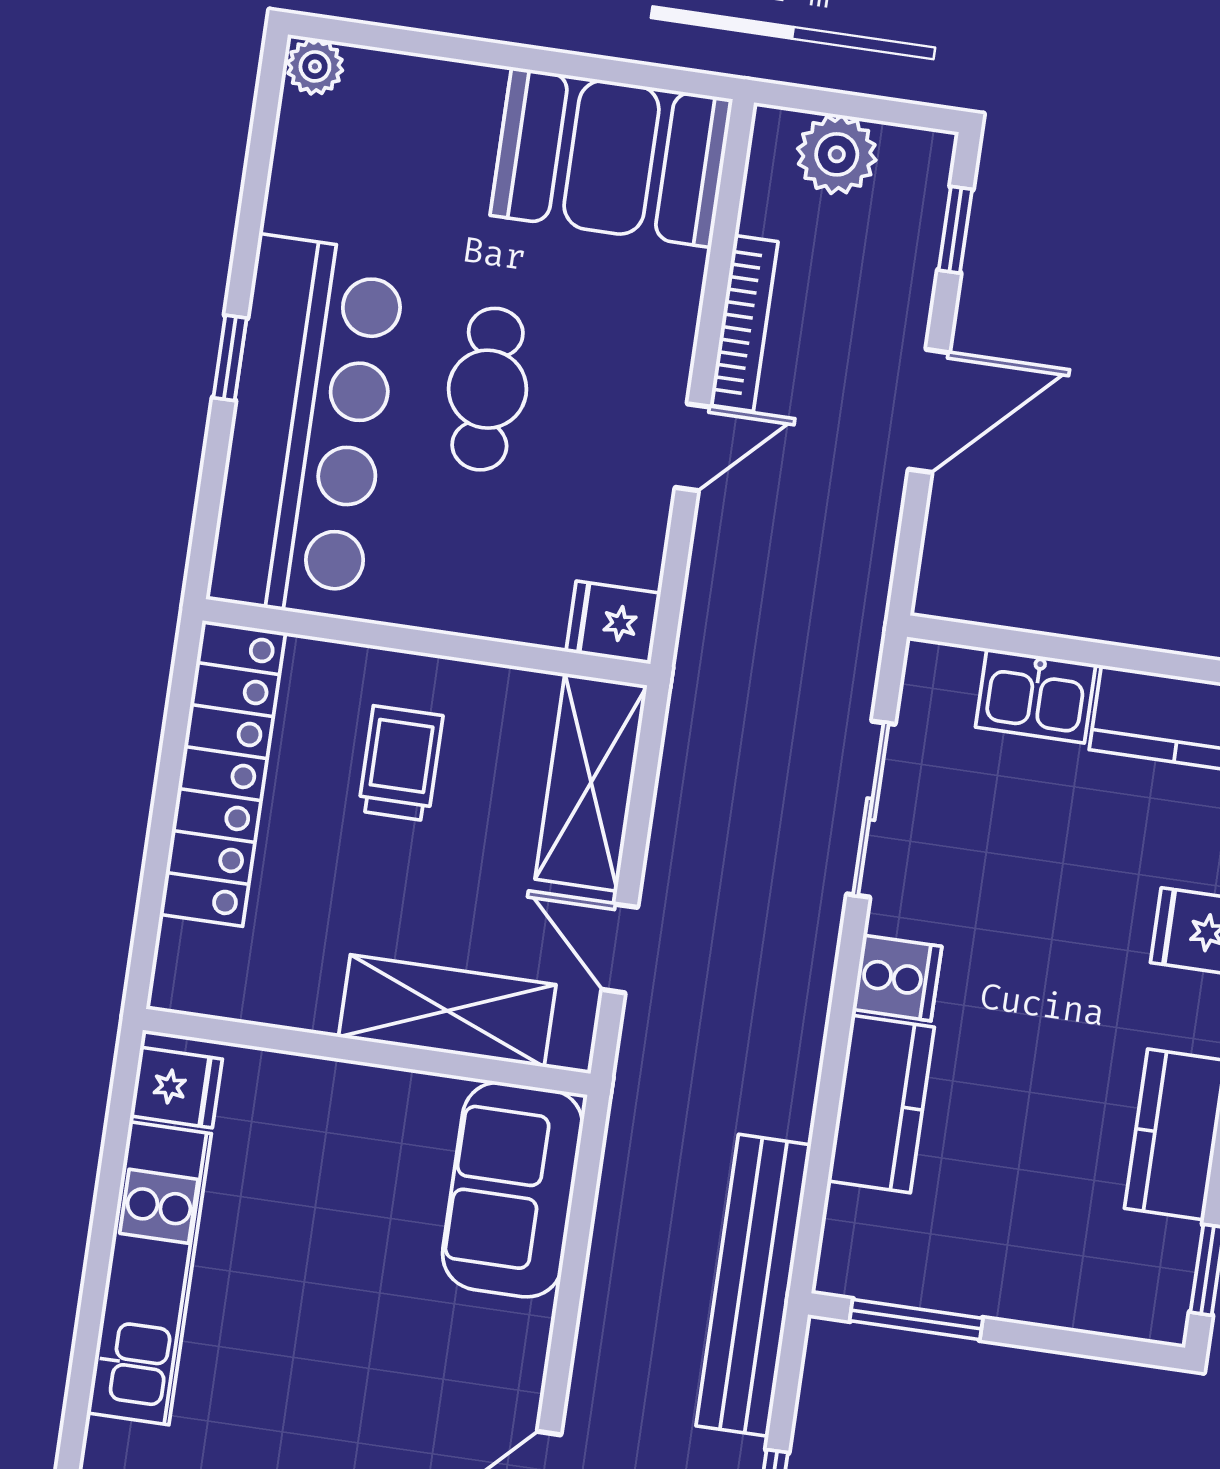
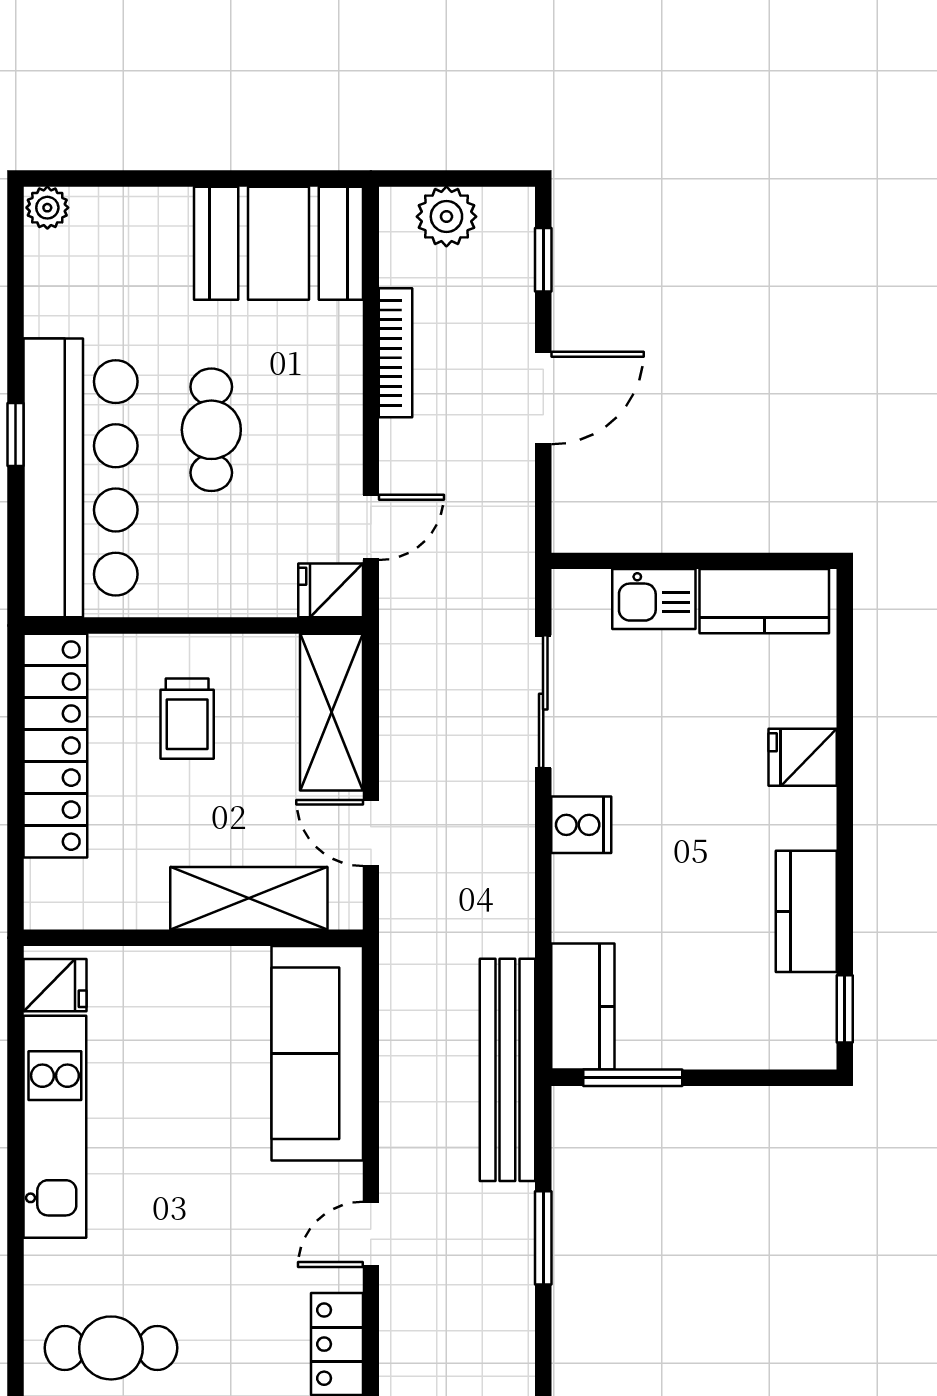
door: (693, 447) -> (371, 527), moved
trolley: (401, 763) -> (187, 719), turned 180
kitchen counter: (881, 1104) -> (583, 1007), moved
sofa: (513, 1190) -> (317, 1053), width x1.36

